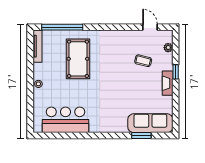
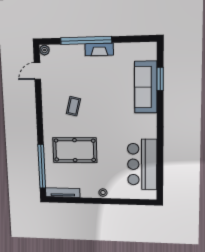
plant: (168, 48) -> (45, 50), moved
coffee table: (143, 61) -> (73, 106), moved
window: (176, 72) -> (86, 40), width x3.17
sofa: (150, 123) -> (146, 87), moved

